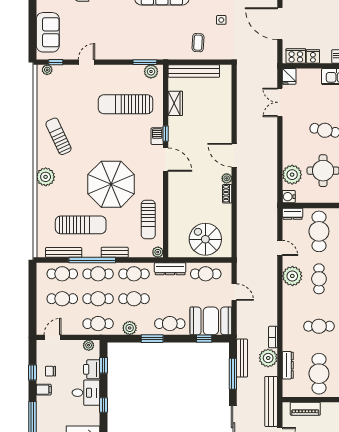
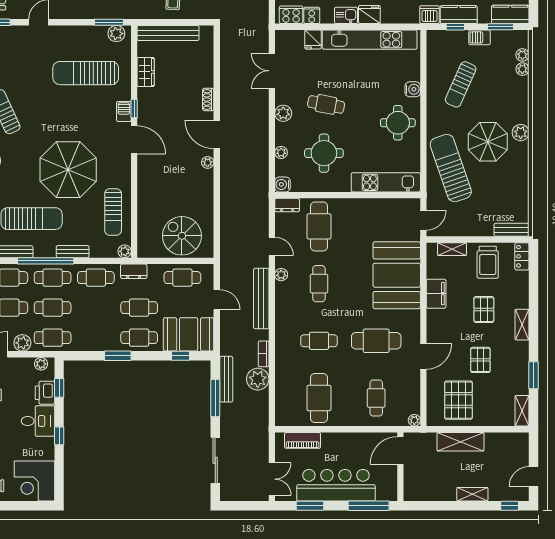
fridge: (289, 76) -> (313, 40), moved
plant: (289, 138) -> (283, 113), added
plant: (292, 175) -> (281, 153), width x0.53, depth x0.53
shoe rack: (227, 194) -> (208, 99), moved
dresser: (170, 269) -> (134, 271), width x0.70
plant: (292, 276) -> (281, 275), width x0.53, depth x0.53
cafe table: (134, 299) -> (139, 308), moved
plant: (130, 328) -> (22, 343), moved
dresser: (288, 365) -> (281, 388), removed
bench: (271, 401) -> (261, 299), moved

